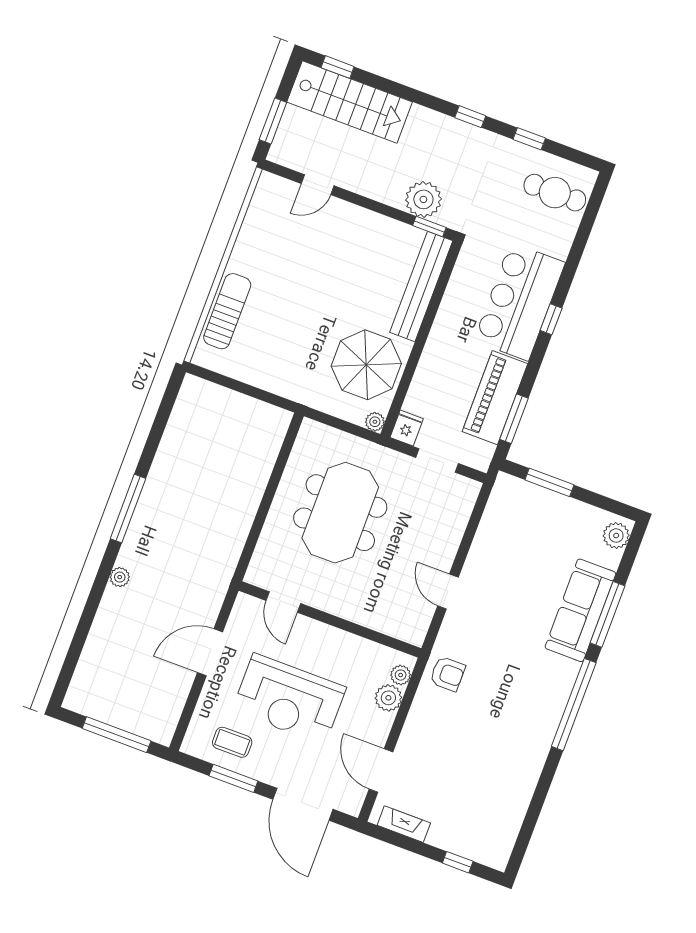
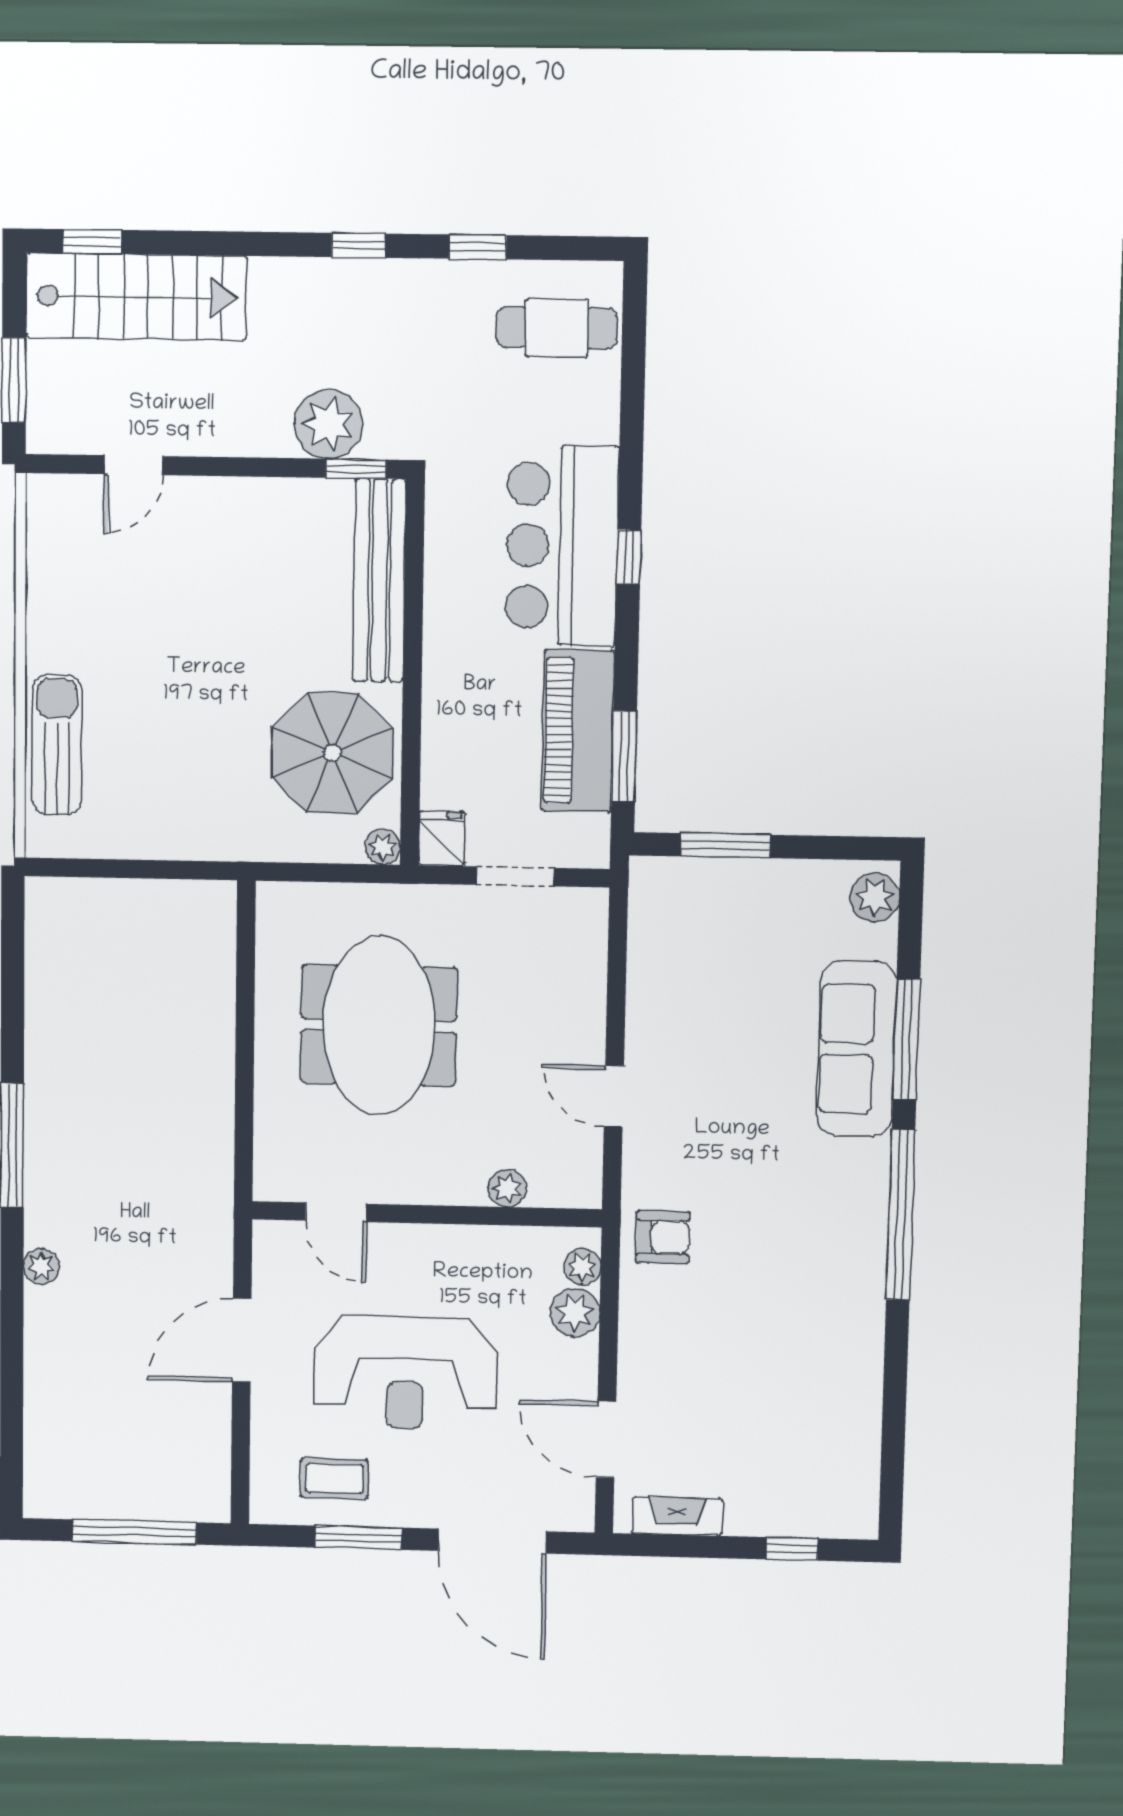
plant: (376, 620) -> (507, 1188), added

